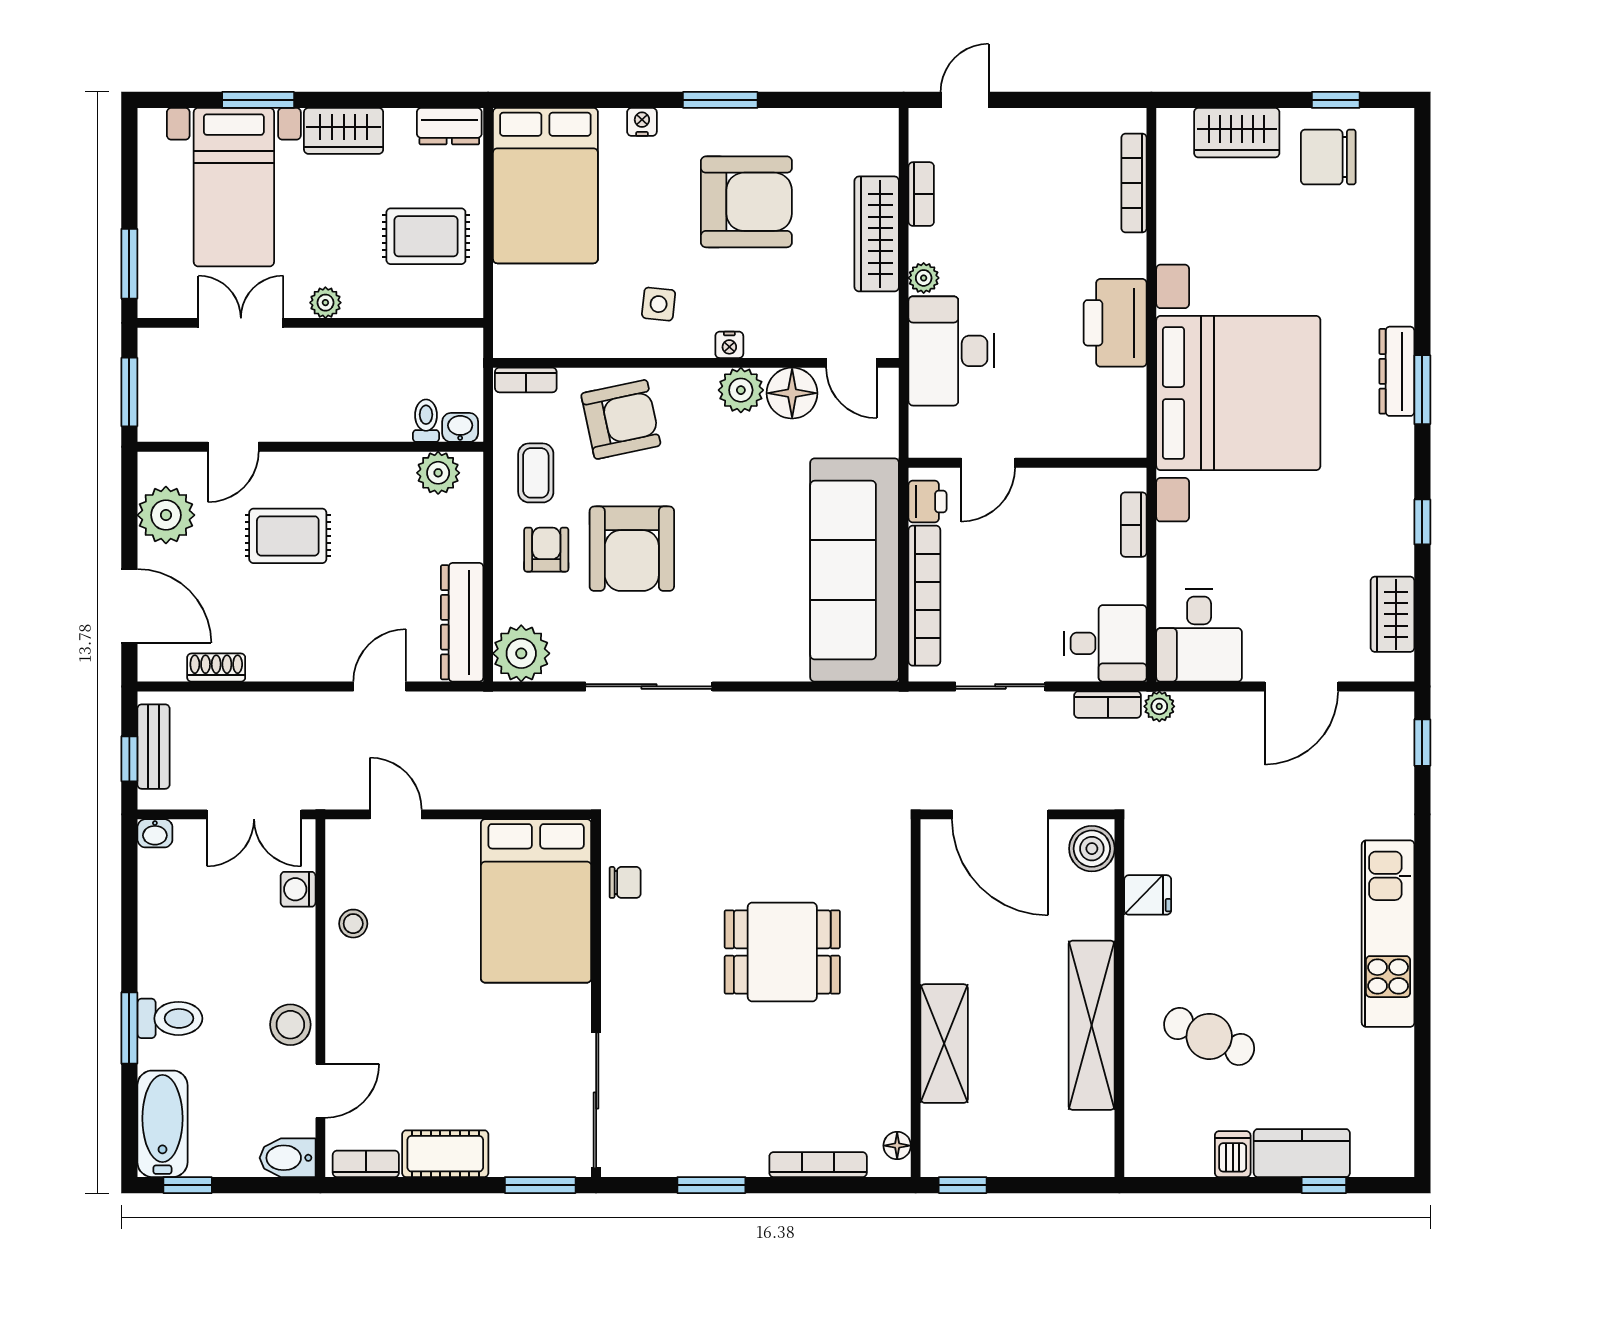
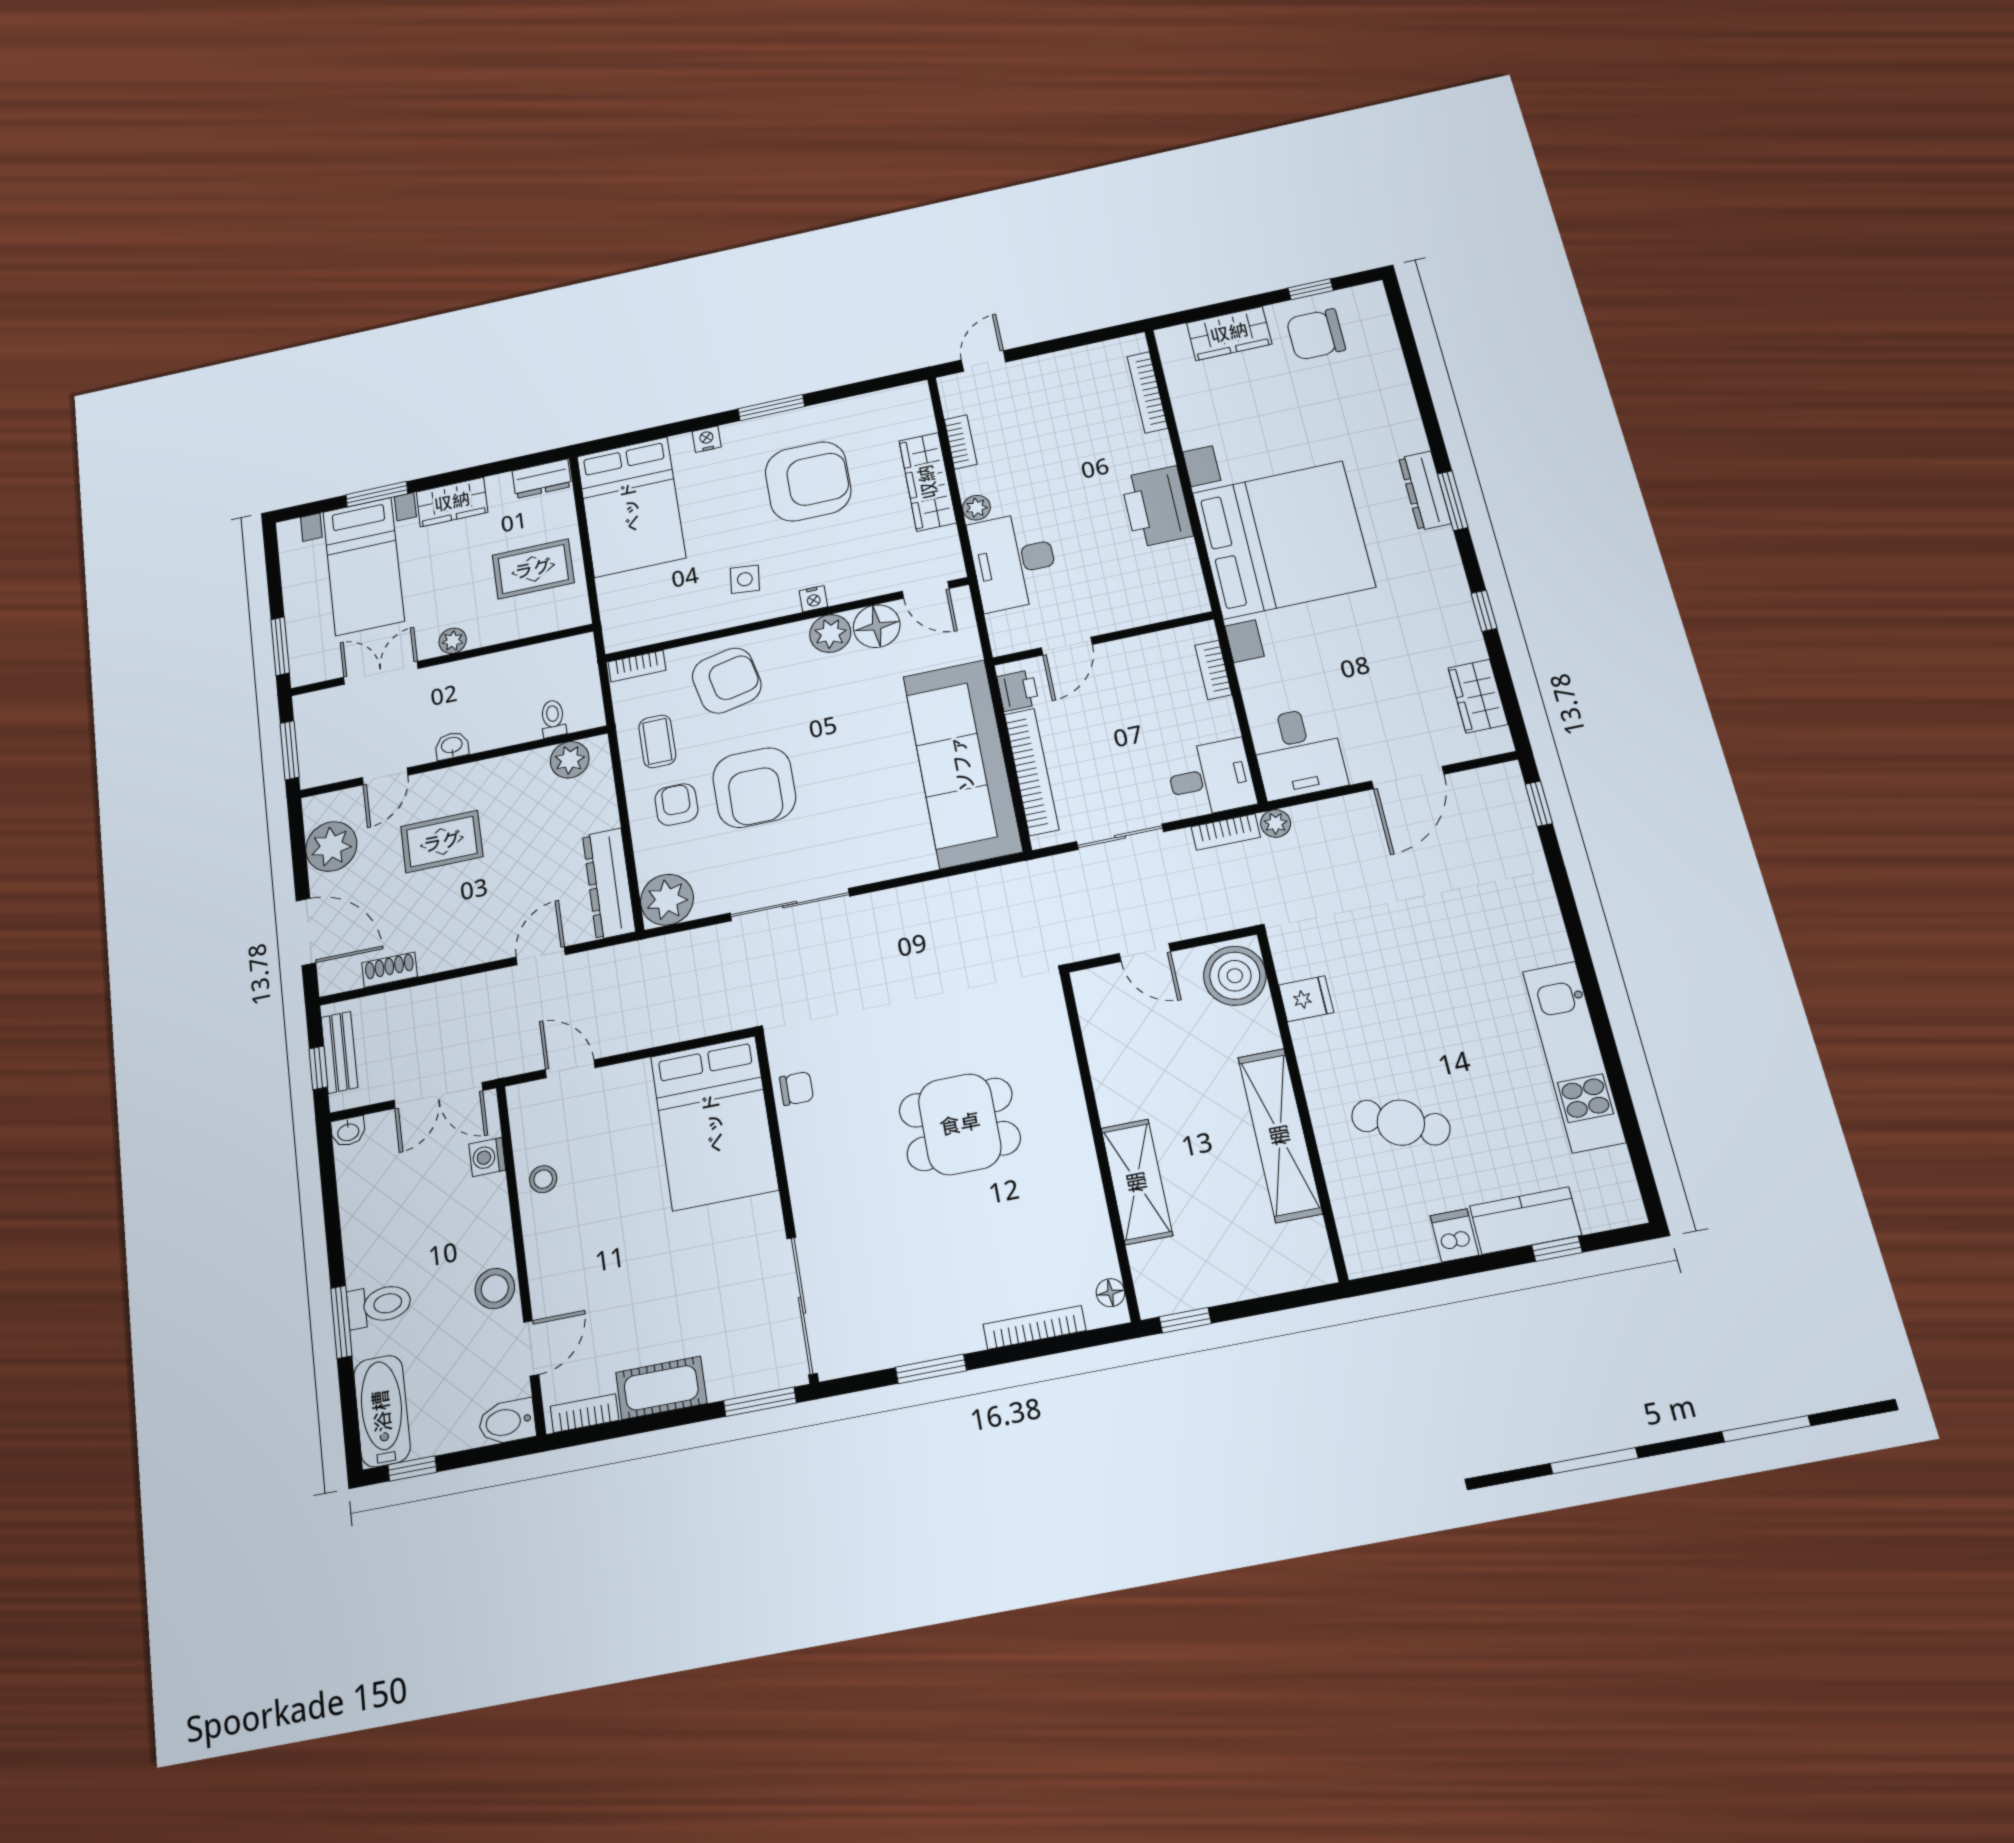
washbasin: (460, 427) -> (452, 746), moved
door: (1000, 814) -> (1145, 953), width x0.53
boiler: (1092, 849) -> (1235, 976), width x1.37, depth x1.37
kitchen unit: (1388, 934) -> (1574, 1056), moved

